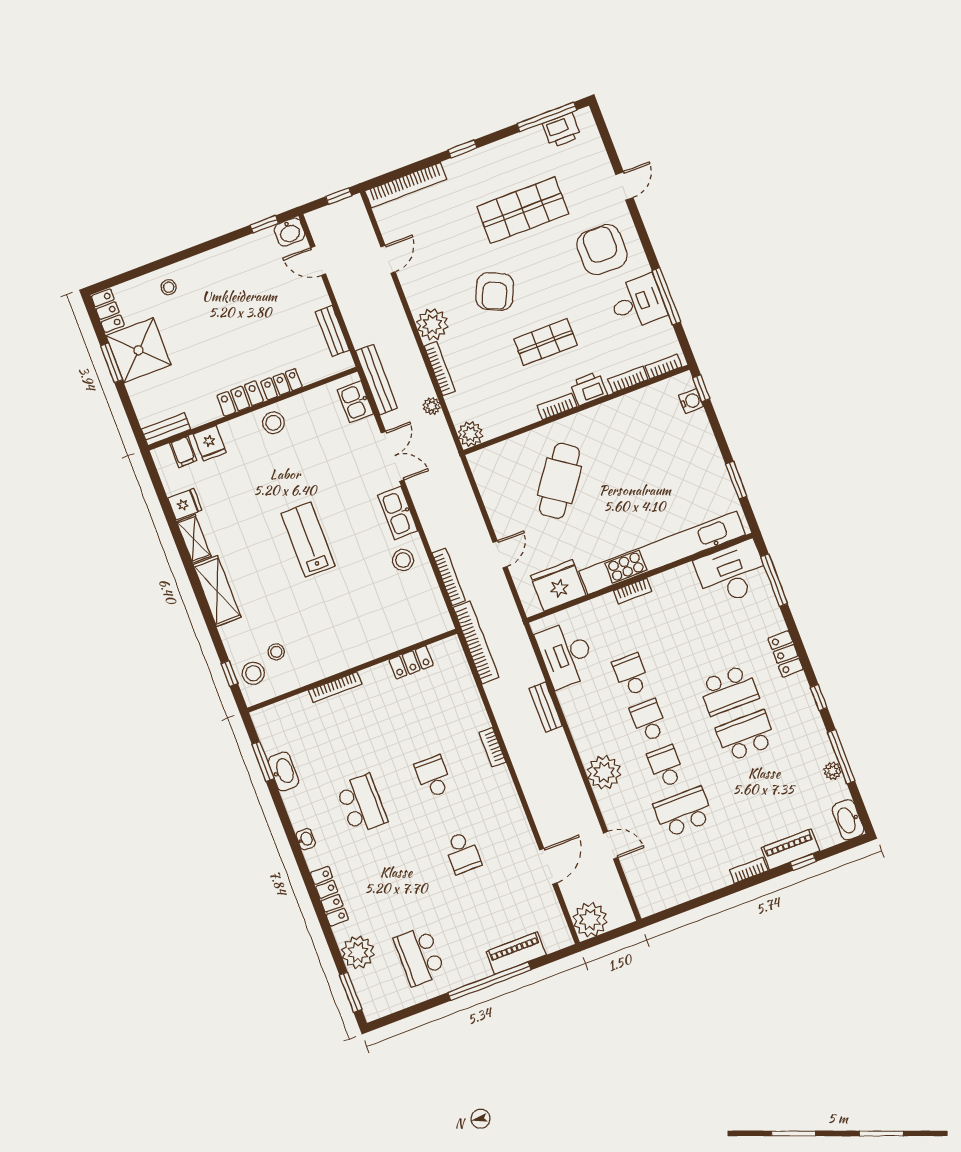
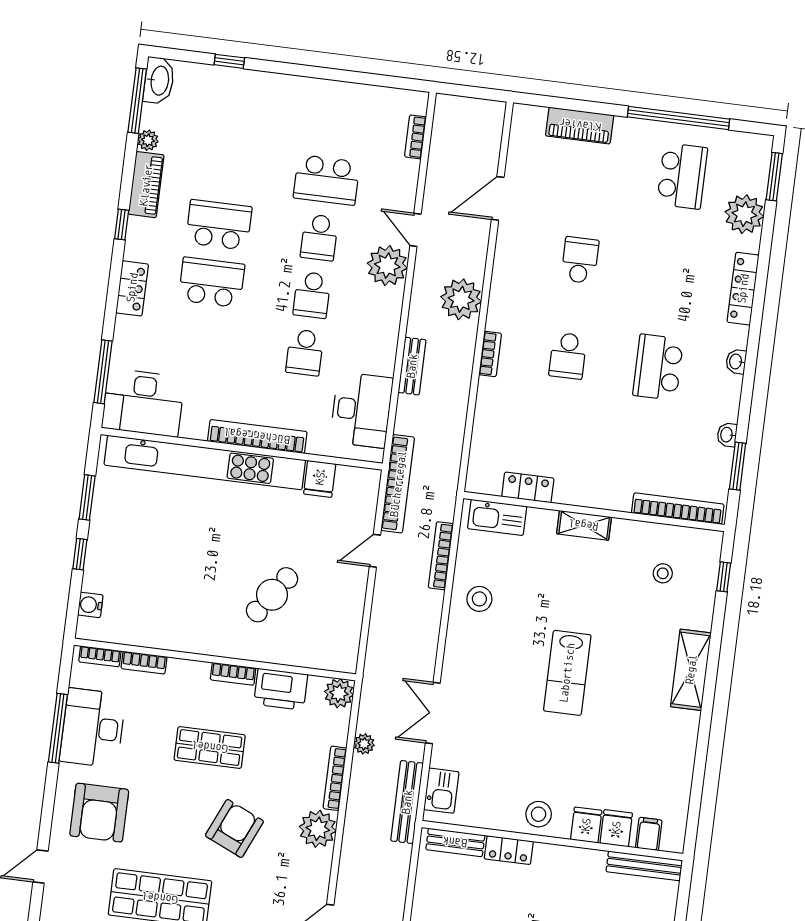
desk: (637, 302) -> (93, 728), width x1.37
bench: (332, 331) -> (455, 842), moved, turned 90
window: (701, 388) -> (80, 554), moved
printer: (589, 389) -> (281, 689), moved, width x1.37, depth x1.19
locker: (240, 399) -> (560, 858), removed
bench: (166, 429) -> (644, 866), width x1.36
cafe table: (559, 481) -> (272, 595), width x0.73, depth x0.74
fridge: (185, 504) -> (586, 825), moved, turned 90
kitchen sink: (398, 513) -> (497, 517), moved, turned 90
shelving: (194, 539) -> (584, 525), moved, turned 90
fridge: (558, 585) -> (320, 479), width x0.53, depth x0.75
bookcase: (632, 591) -> (257, 436), width x2.31, depth x1.31
bookcase: (476, 642) -> (398, 484), moved, turned 180
stool: (253, 673) -> (699, 564), removed
bookcase: (335, 687) -> (678, 509), moved, width x1.48, depth x1.31
school desk: (746, 736) -> (219, 225), turned 180
window: (841, 757) -> (137, 101), moved
washbasin: (283, 771) -> (727, 435), width x0.52, depth x0.69
door: (611, 845) -> (415, 230), moved
piano: (790, 849) -> (146, 185), moved, turned -90
bookcase: (749, 870) -> (415, 137), moved, turned 90
plant: (590, 920) -> (461, 299), moved
window: (489, 981) -> (678, 118), moved

